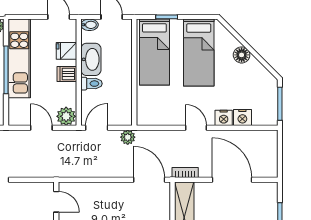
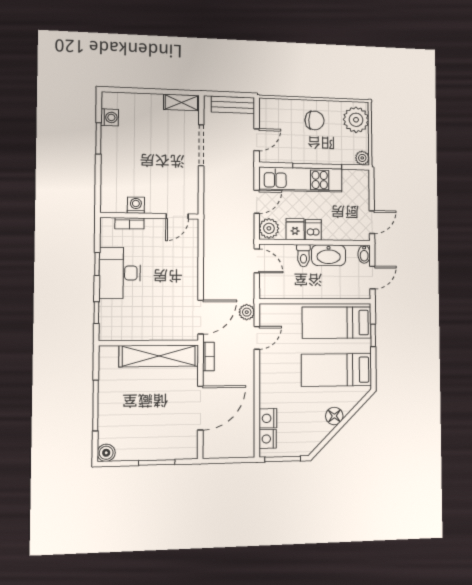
fridge: (67, 51) -> (295, 229), moved
kitchen unit: (19, 58) -> (301, 180), moved
nightstand: (224, 118) -> (268, 439), moved
door: (196, 128) -> (257, 338), moved
plant: (128, 137) -> (247, 312), moved

